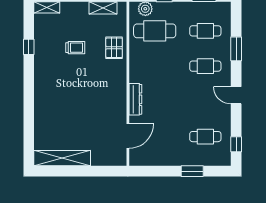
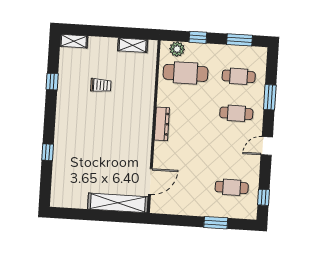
pallet: (114, 48) -> (142, 88), removed
door: (236, 95) -> (267, 146), hinge flipped
dresser: (135, 99) -> (162, 124), moved
window: (29, 114) -> (48, 152), added
shelving: (62, 158) -> (118, 203), moved

